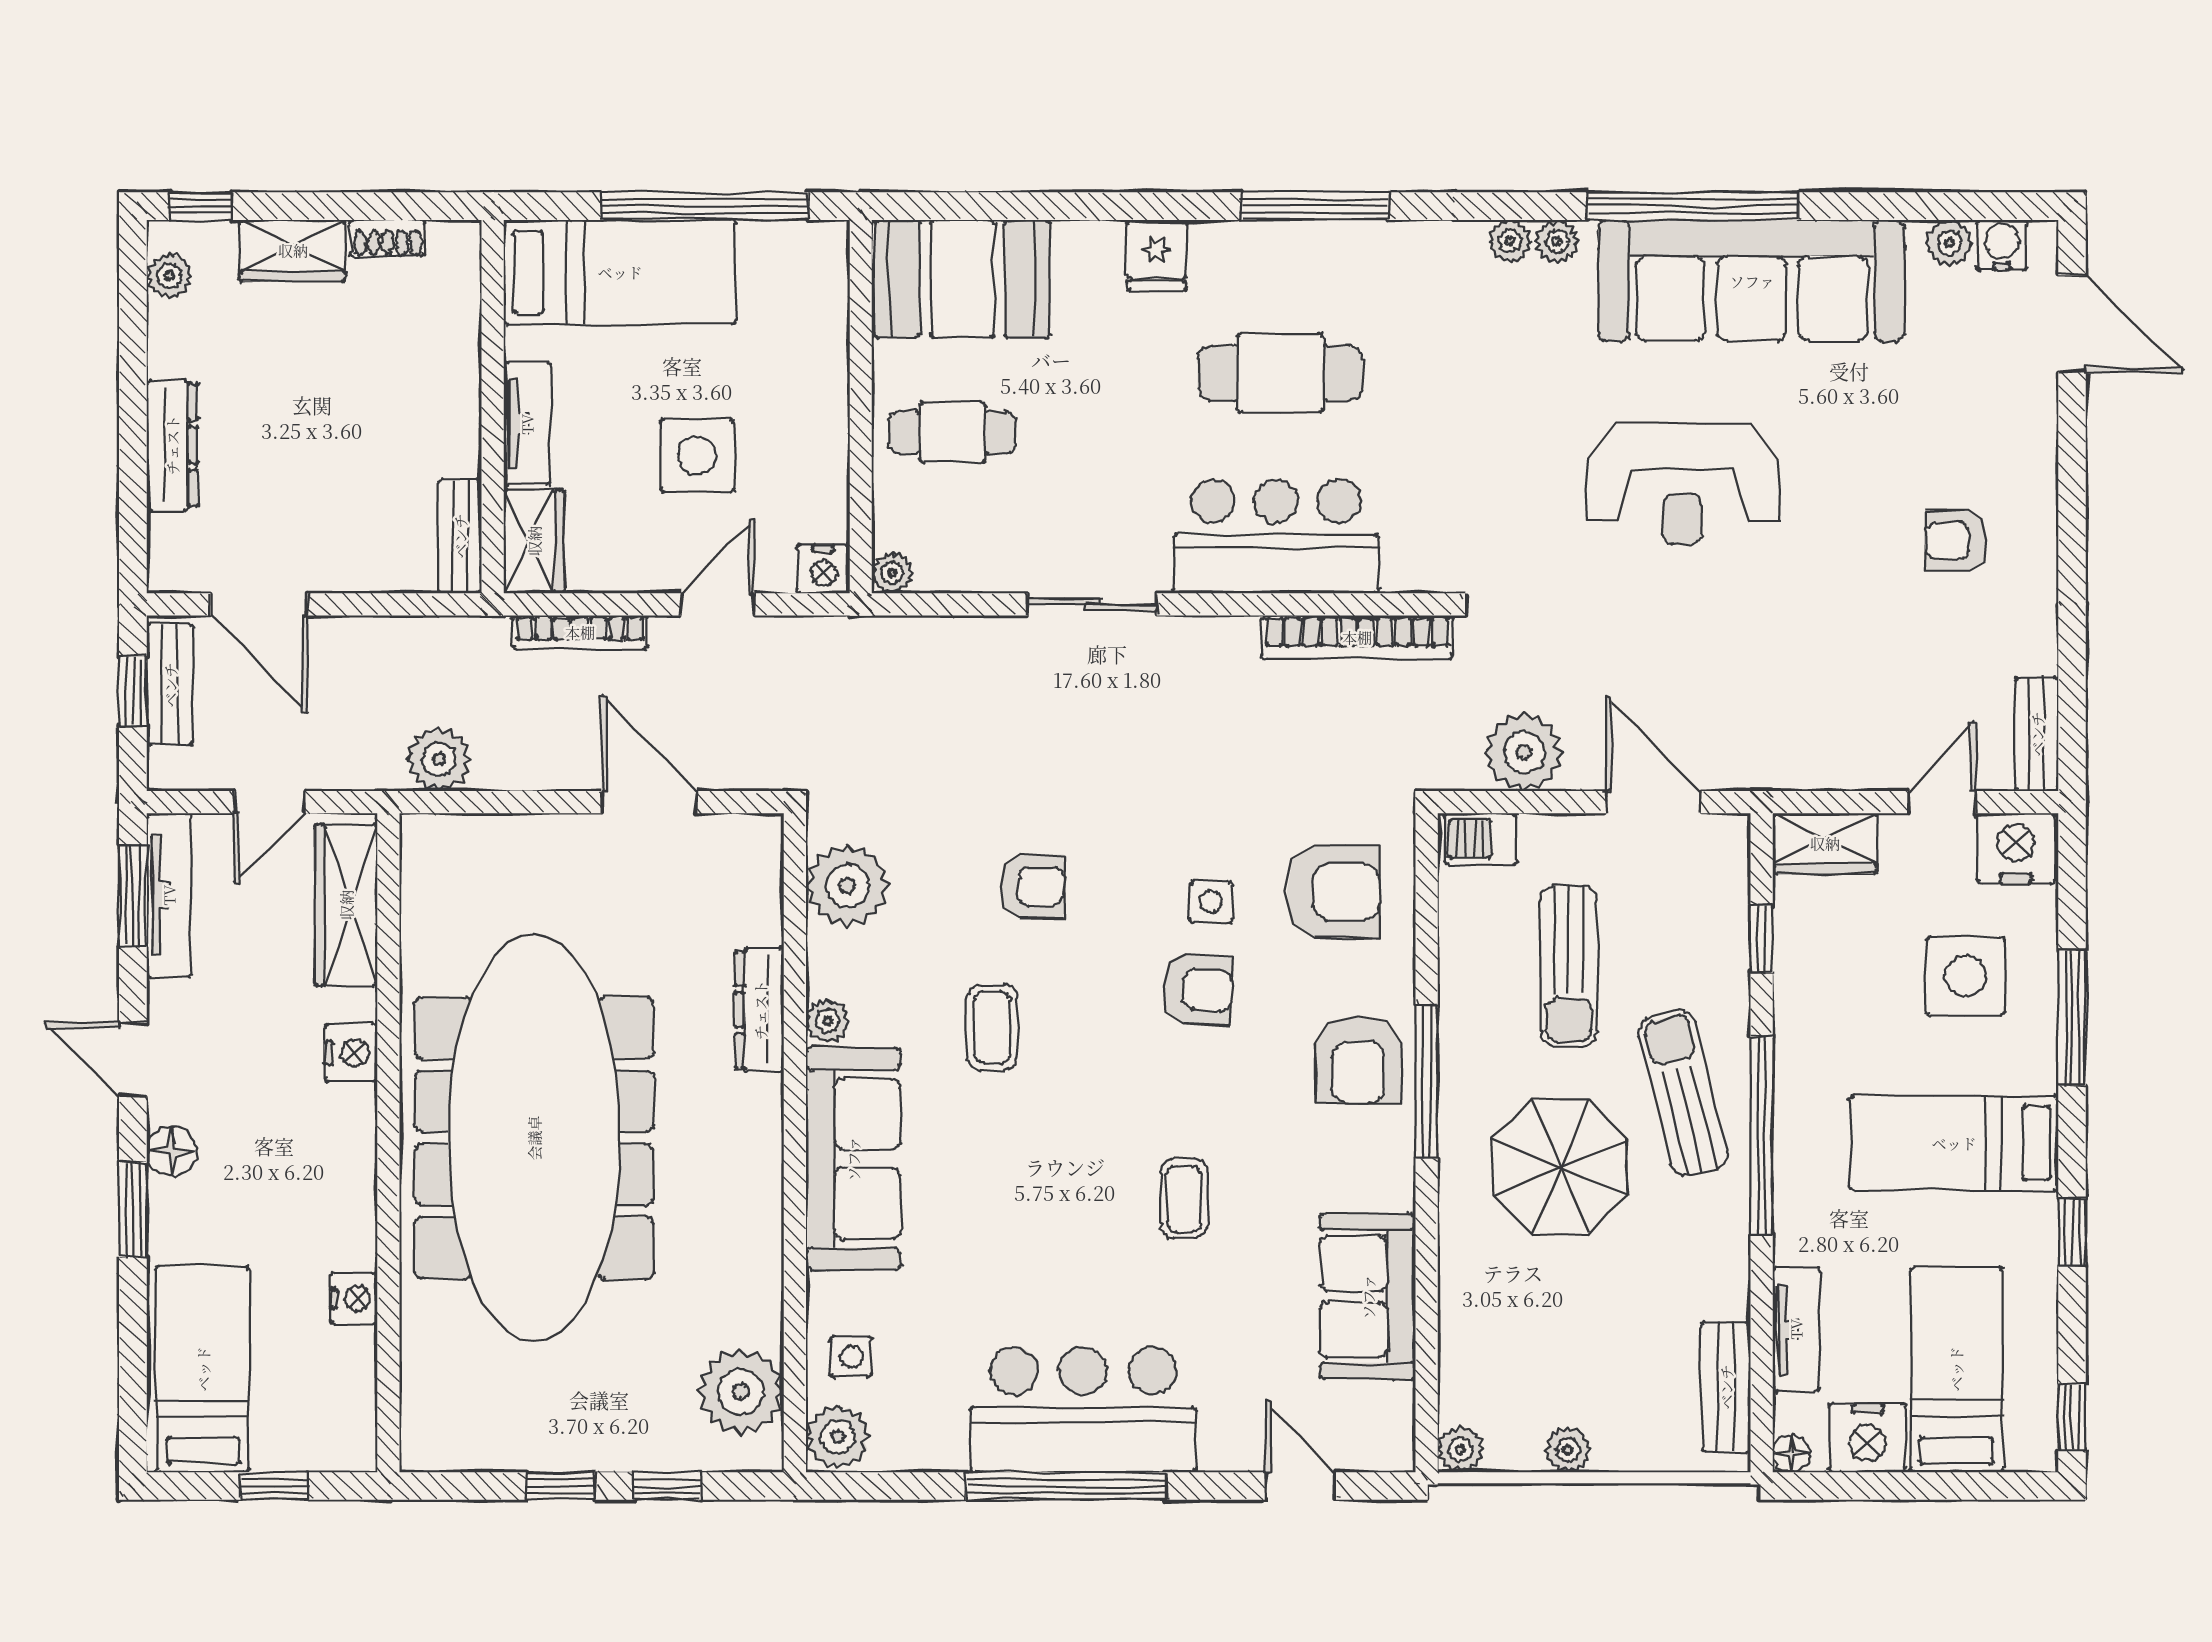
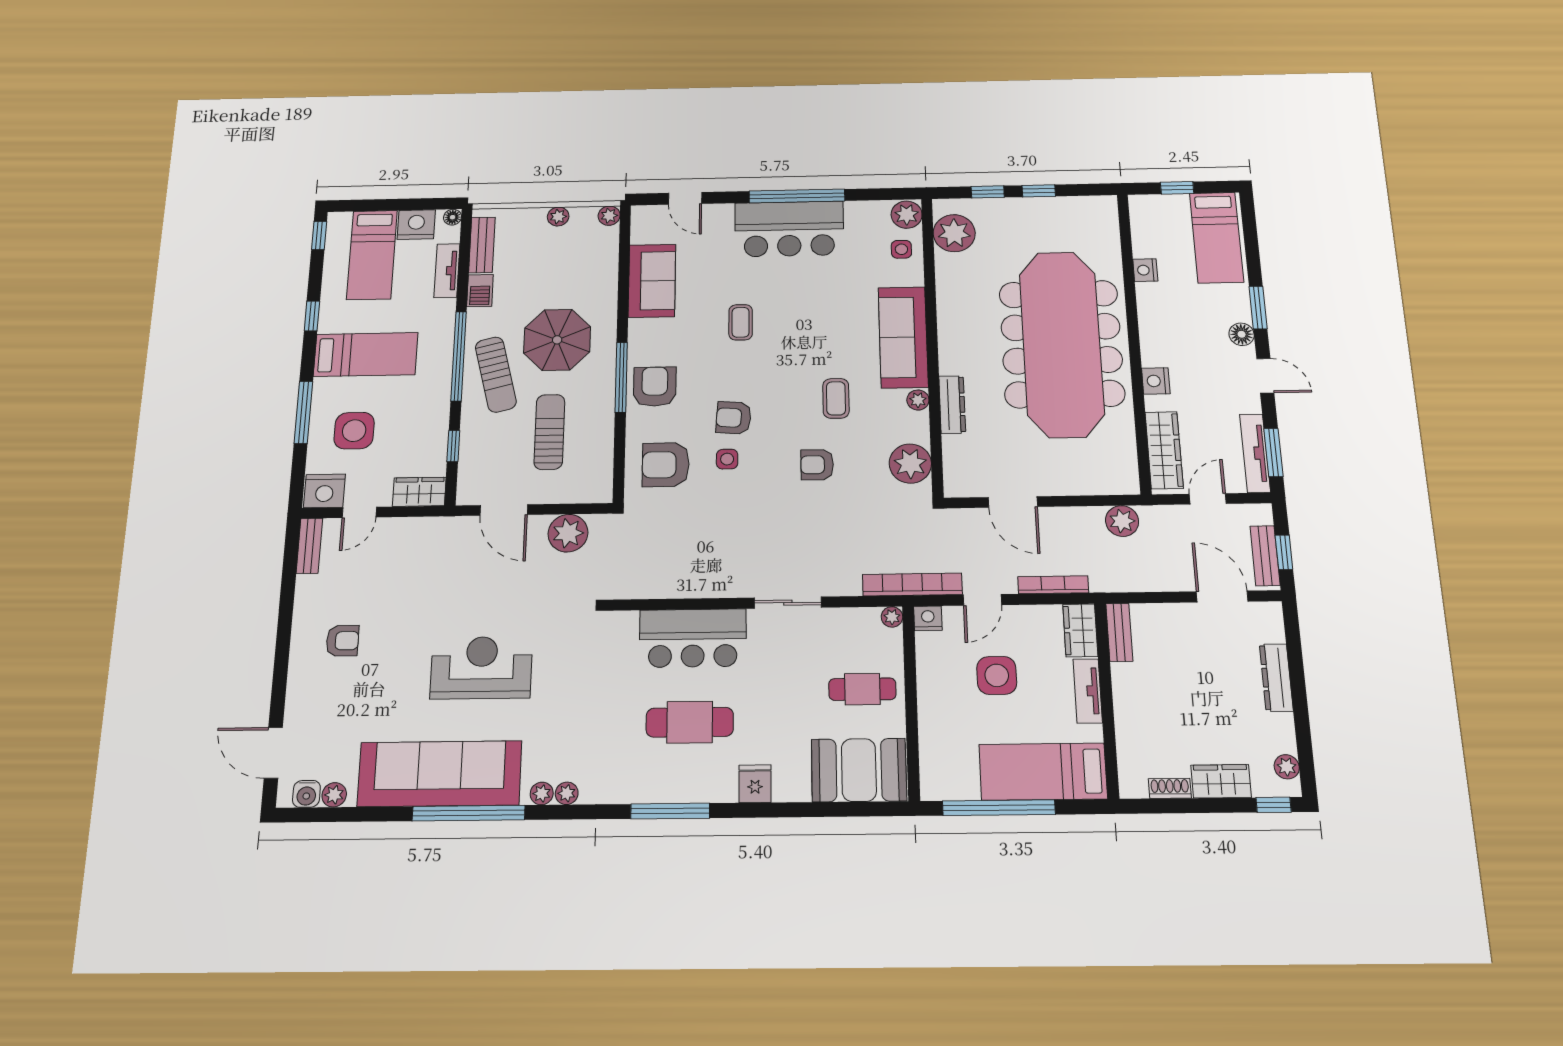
bookcase: (1357, 637) -> (912, 584), moved
barbecue: (1481, 839) -> (480, 291), moved, turned 90

